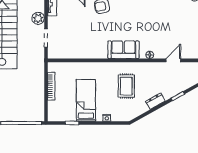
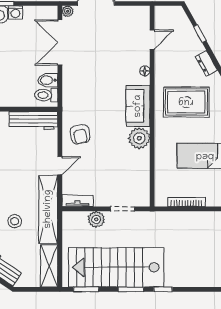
plant: (99, 51) -> (139, 138), added
door: (173, 60) -> (152, 39), swing flipped
rug: (126, 86) -> (186, 102), width x1.36, depth x1.43

